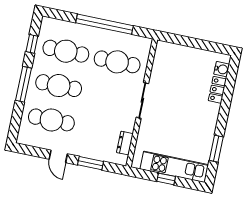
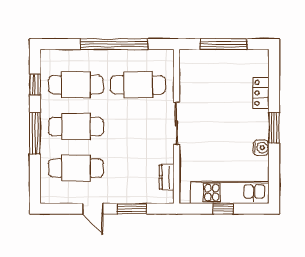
window: (195, 43) -> (224, 44), added
water cooler: (222, 69) -> (261, 148), moved
window: (216, 149) -> (274, 128), moved

